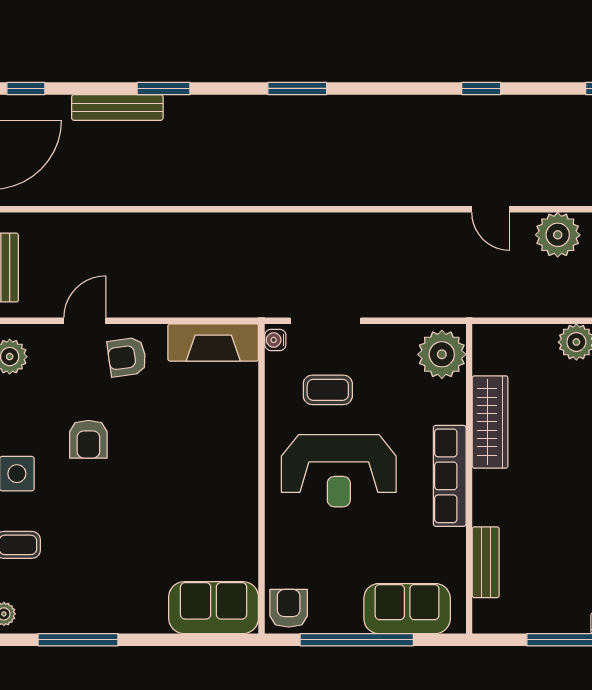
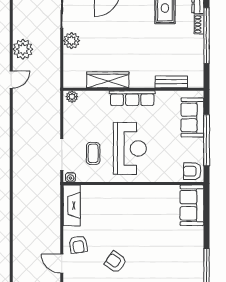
plant: (442, 354) -> (72, 97), width x0.53, depth x0.53
armchair: (88, 439) -> (116, 262), turned -145

